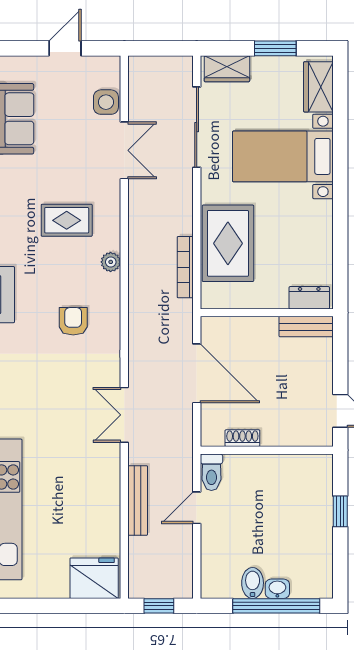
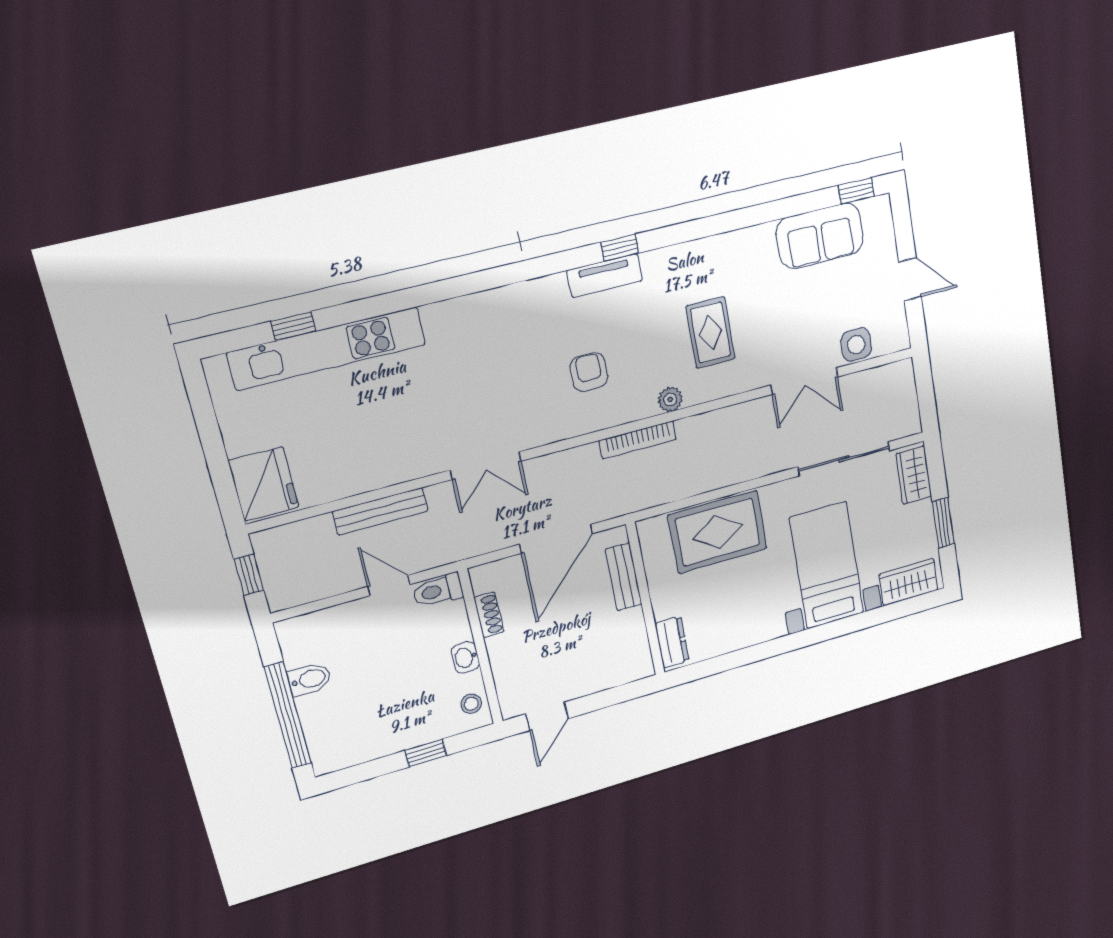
bookcase: (185, 267) -> (638, 440), moved, turned 180
armchair: (73, 321) -> (589, 372), turned -90
bench: (306, 327) -> (624, 577), moved
double door: (124, 415) -> (486, 466), swing flipped
stool: (311, 467) -> (471, 704), added
washbasin: (277, 589) -> (465, 657), moved, turned 180

